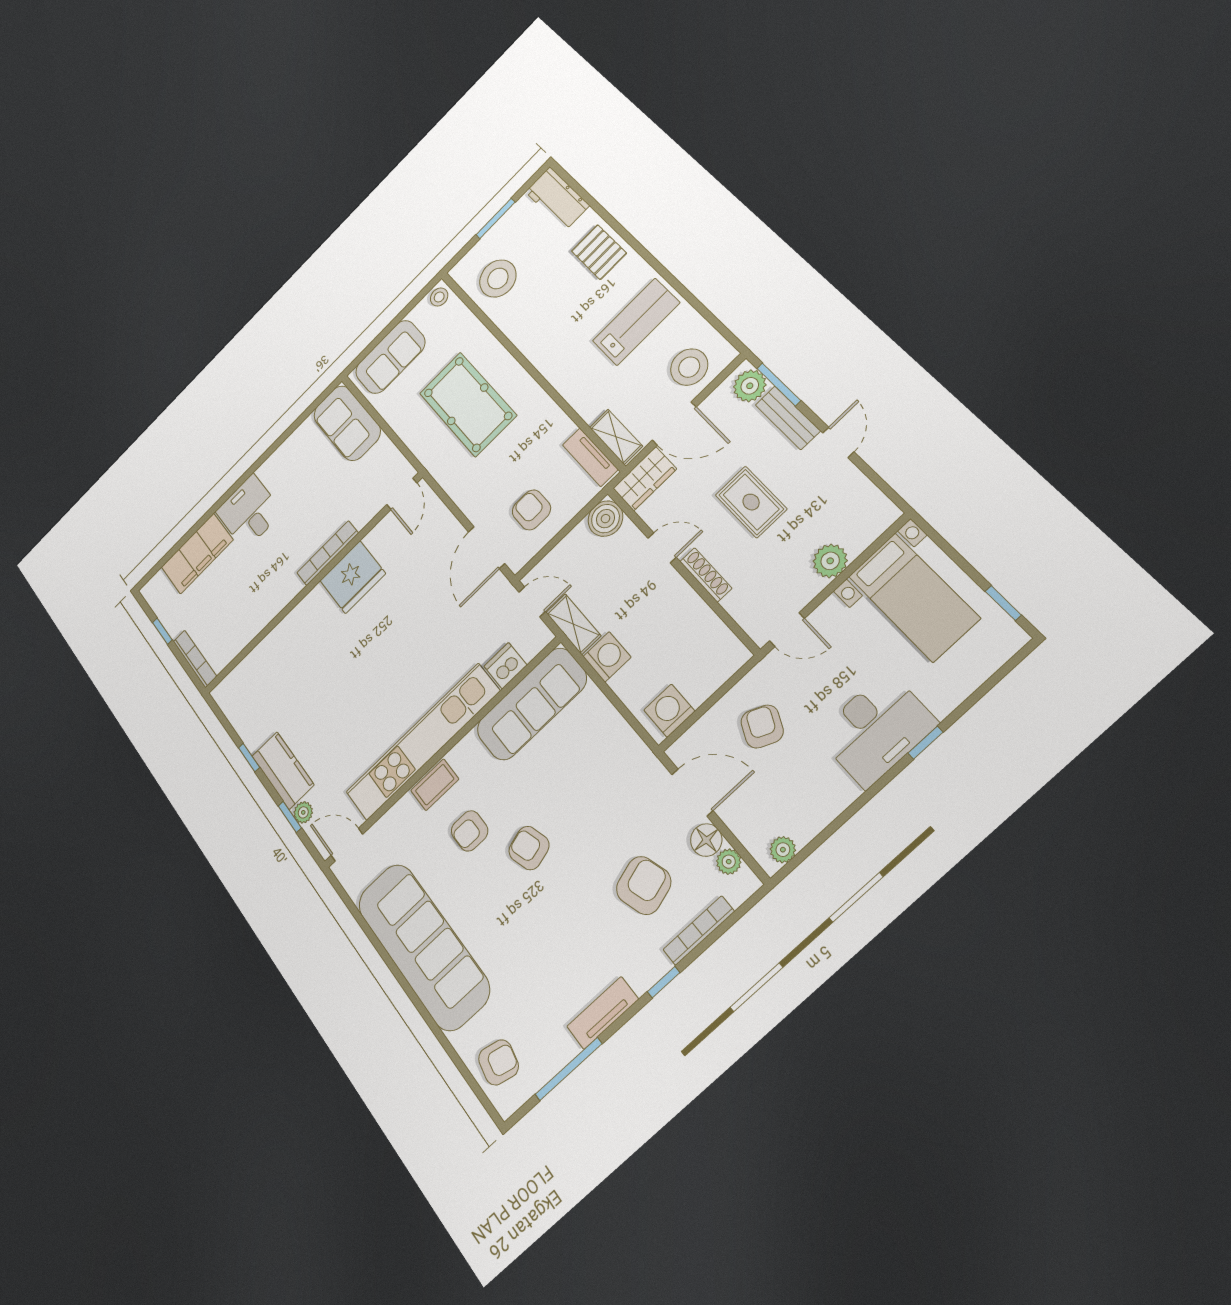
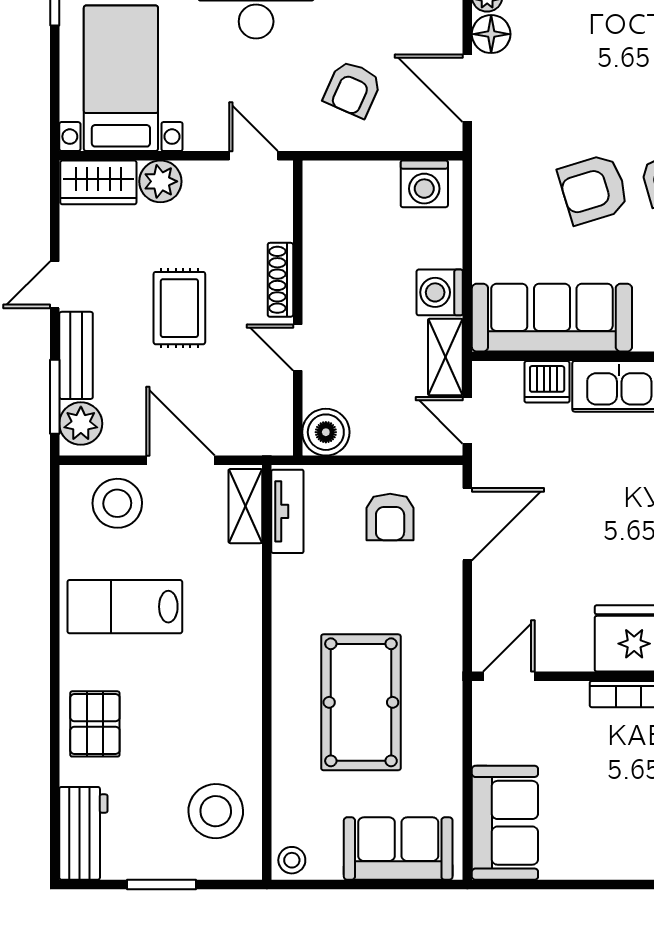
wardrobe: (645, 479) -> (98, 182), moved, turned 180
armchair: (644, 885) -> (593, 189), moved

